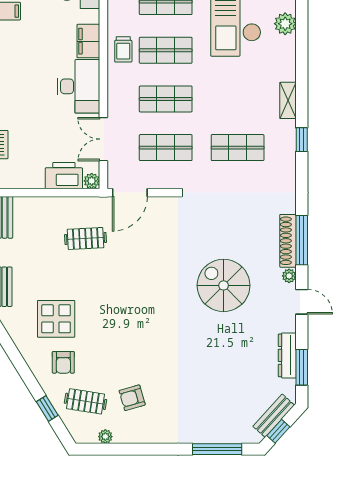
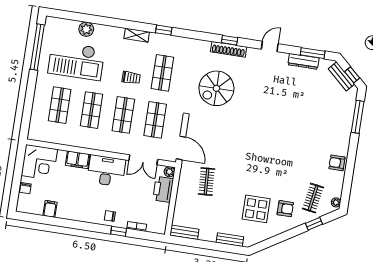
trolley: (123, 49) -> (131, 78), moved
chair: (12, 102) -> (110, 216), added
window: (302, 240) -> (230, 40), width x0.46
plant: (289, 276) -> (252, 52), removed
spiral stairs: (224, 285) -> (216, 88), moved
armchair: (132, 398) -> (337, 163), moved, turned 106
plant: (105, 437) -> (336, 202), moved

